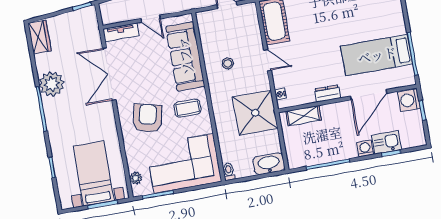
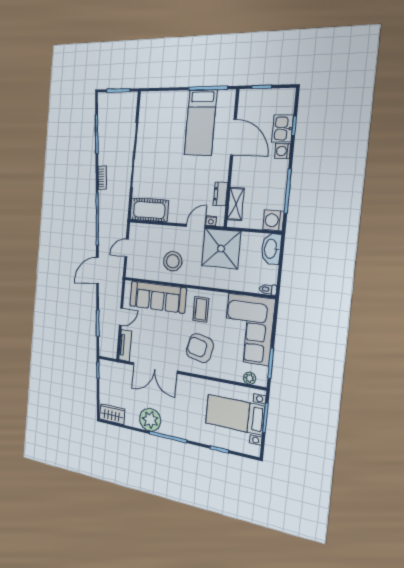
door: (267, 60) -> (196, 226), moved
stool: (228, 63) -> (173, 261), width x1.89, depth x1.89
dresser: (327, 94) -> (220, 194), moved
washing machine: (409, 100) -> (273, 220), moved, turned 90

